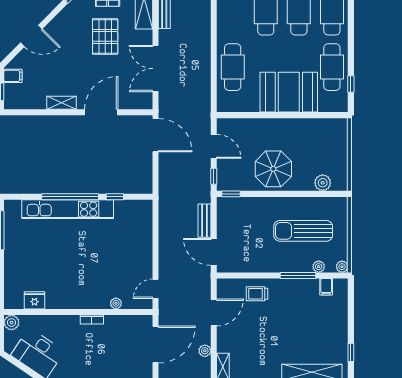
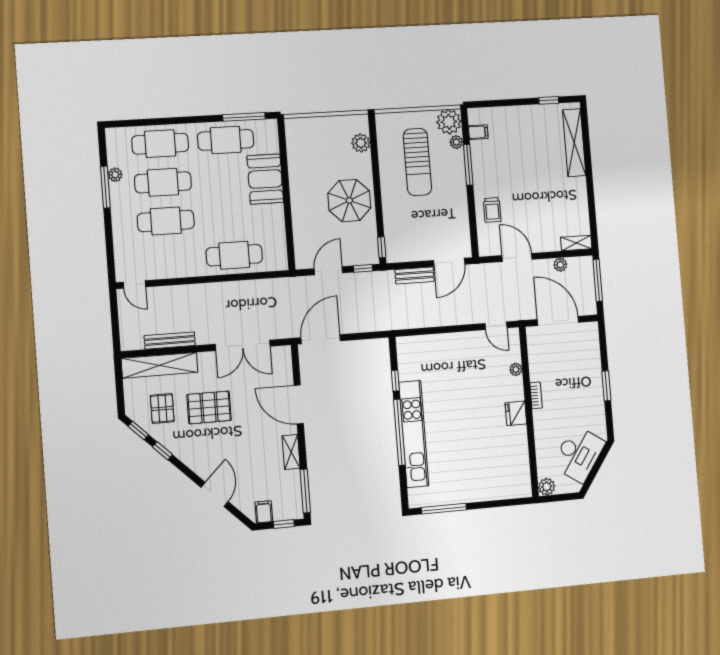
window: (351, 84) -> (244, 117), width x2.17
booth: (289, 92) -> (265, 179), width x0.73, depth x0.70
window: (27, 112) -> (305, 491), added
plant: (342, 267) -> (449, 122), width x1.87, depth x1.87
fridge: (34, 300) -> (516, 413), moved

